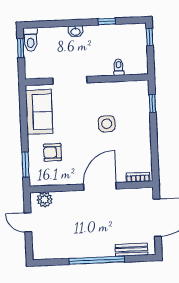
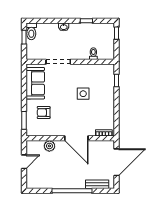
door: (100, 187) -> (76, 138), swing flipped
plant: (45, 200) -> (49, 146), moved
door: (28, 222) -> (24, 162), swing flipped

